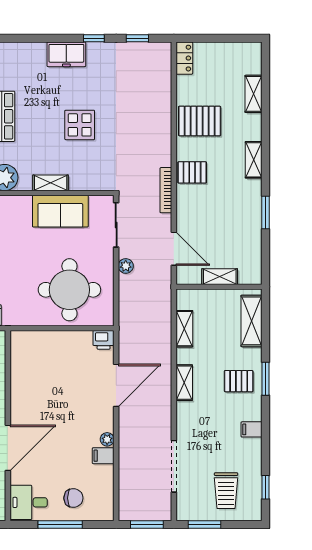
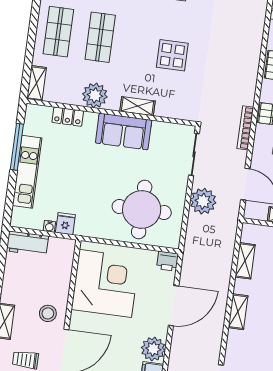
sofa: (60, 211) -> (124, 131), moved
plant: (126, 266) -> (203, 201), width x1.87, depth x1.87
corner desk: (42, 372) -> (105, 283), added
plant: (107, 439) -> (153, 349), width x1.88, depth x1.88

